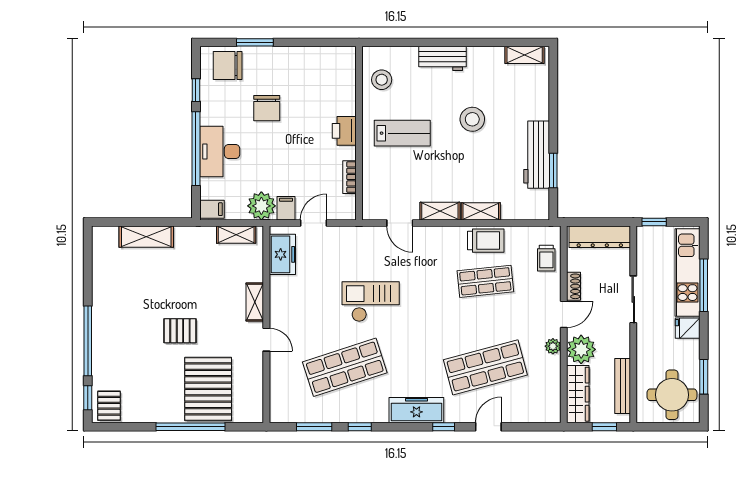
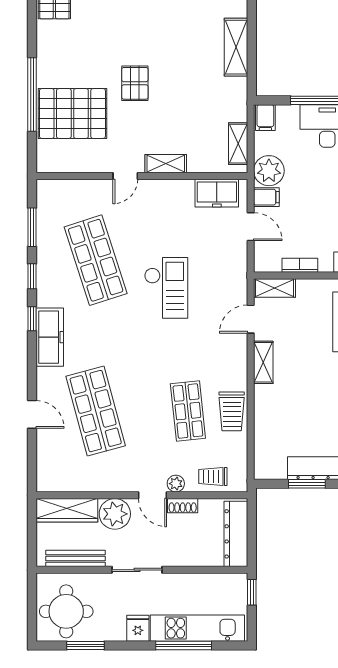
shelving: (481, 211) -> (275, 288), moved, turned 90
sliding door: (633, 299) -> (137, 570), moved
plant: (553, 346) -> (176, 484), moved
window: (444, 427) -> (32, 319), moved
window: (604, 427) -> (32, 539), removed

